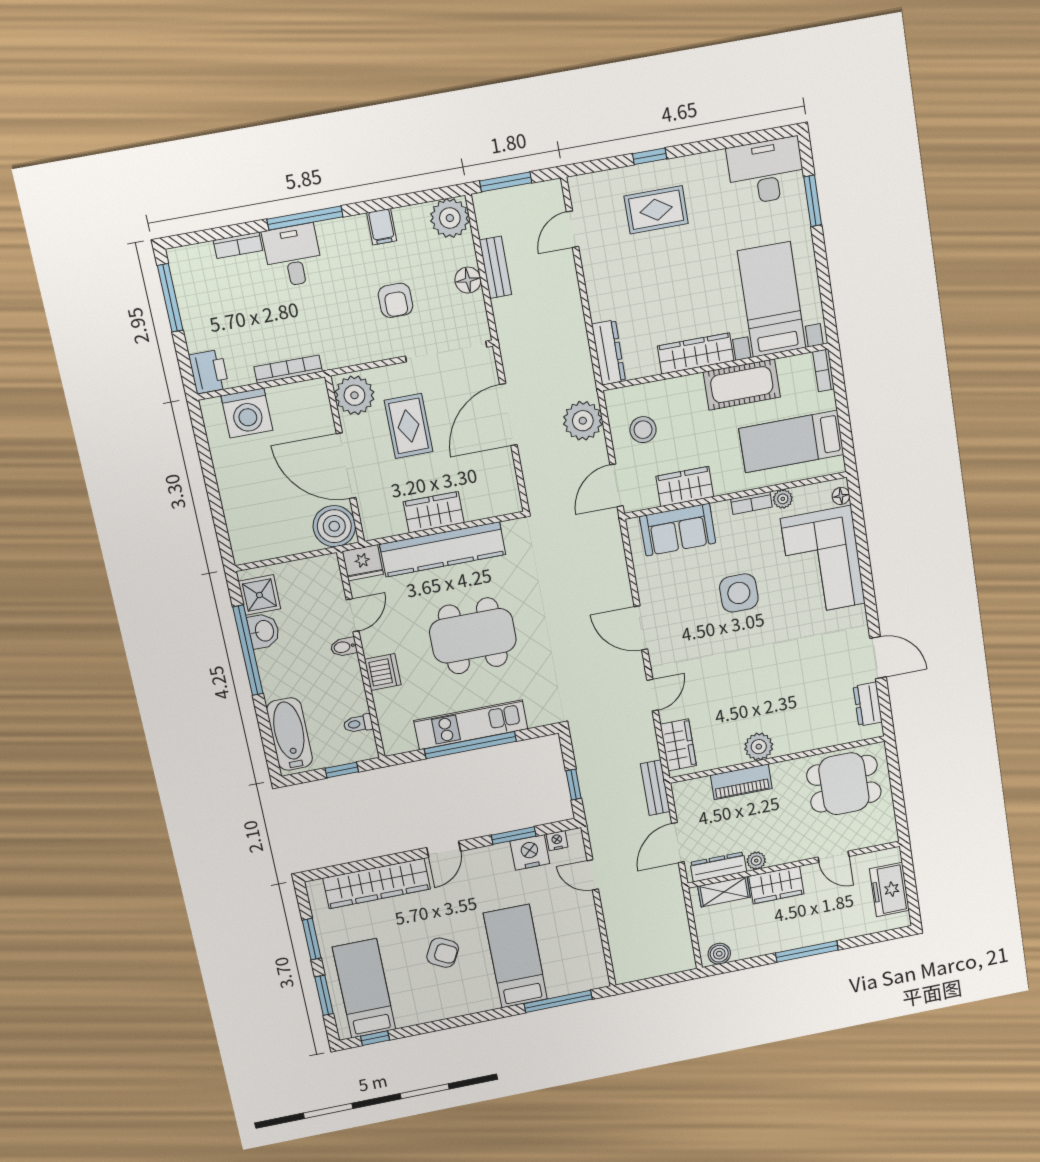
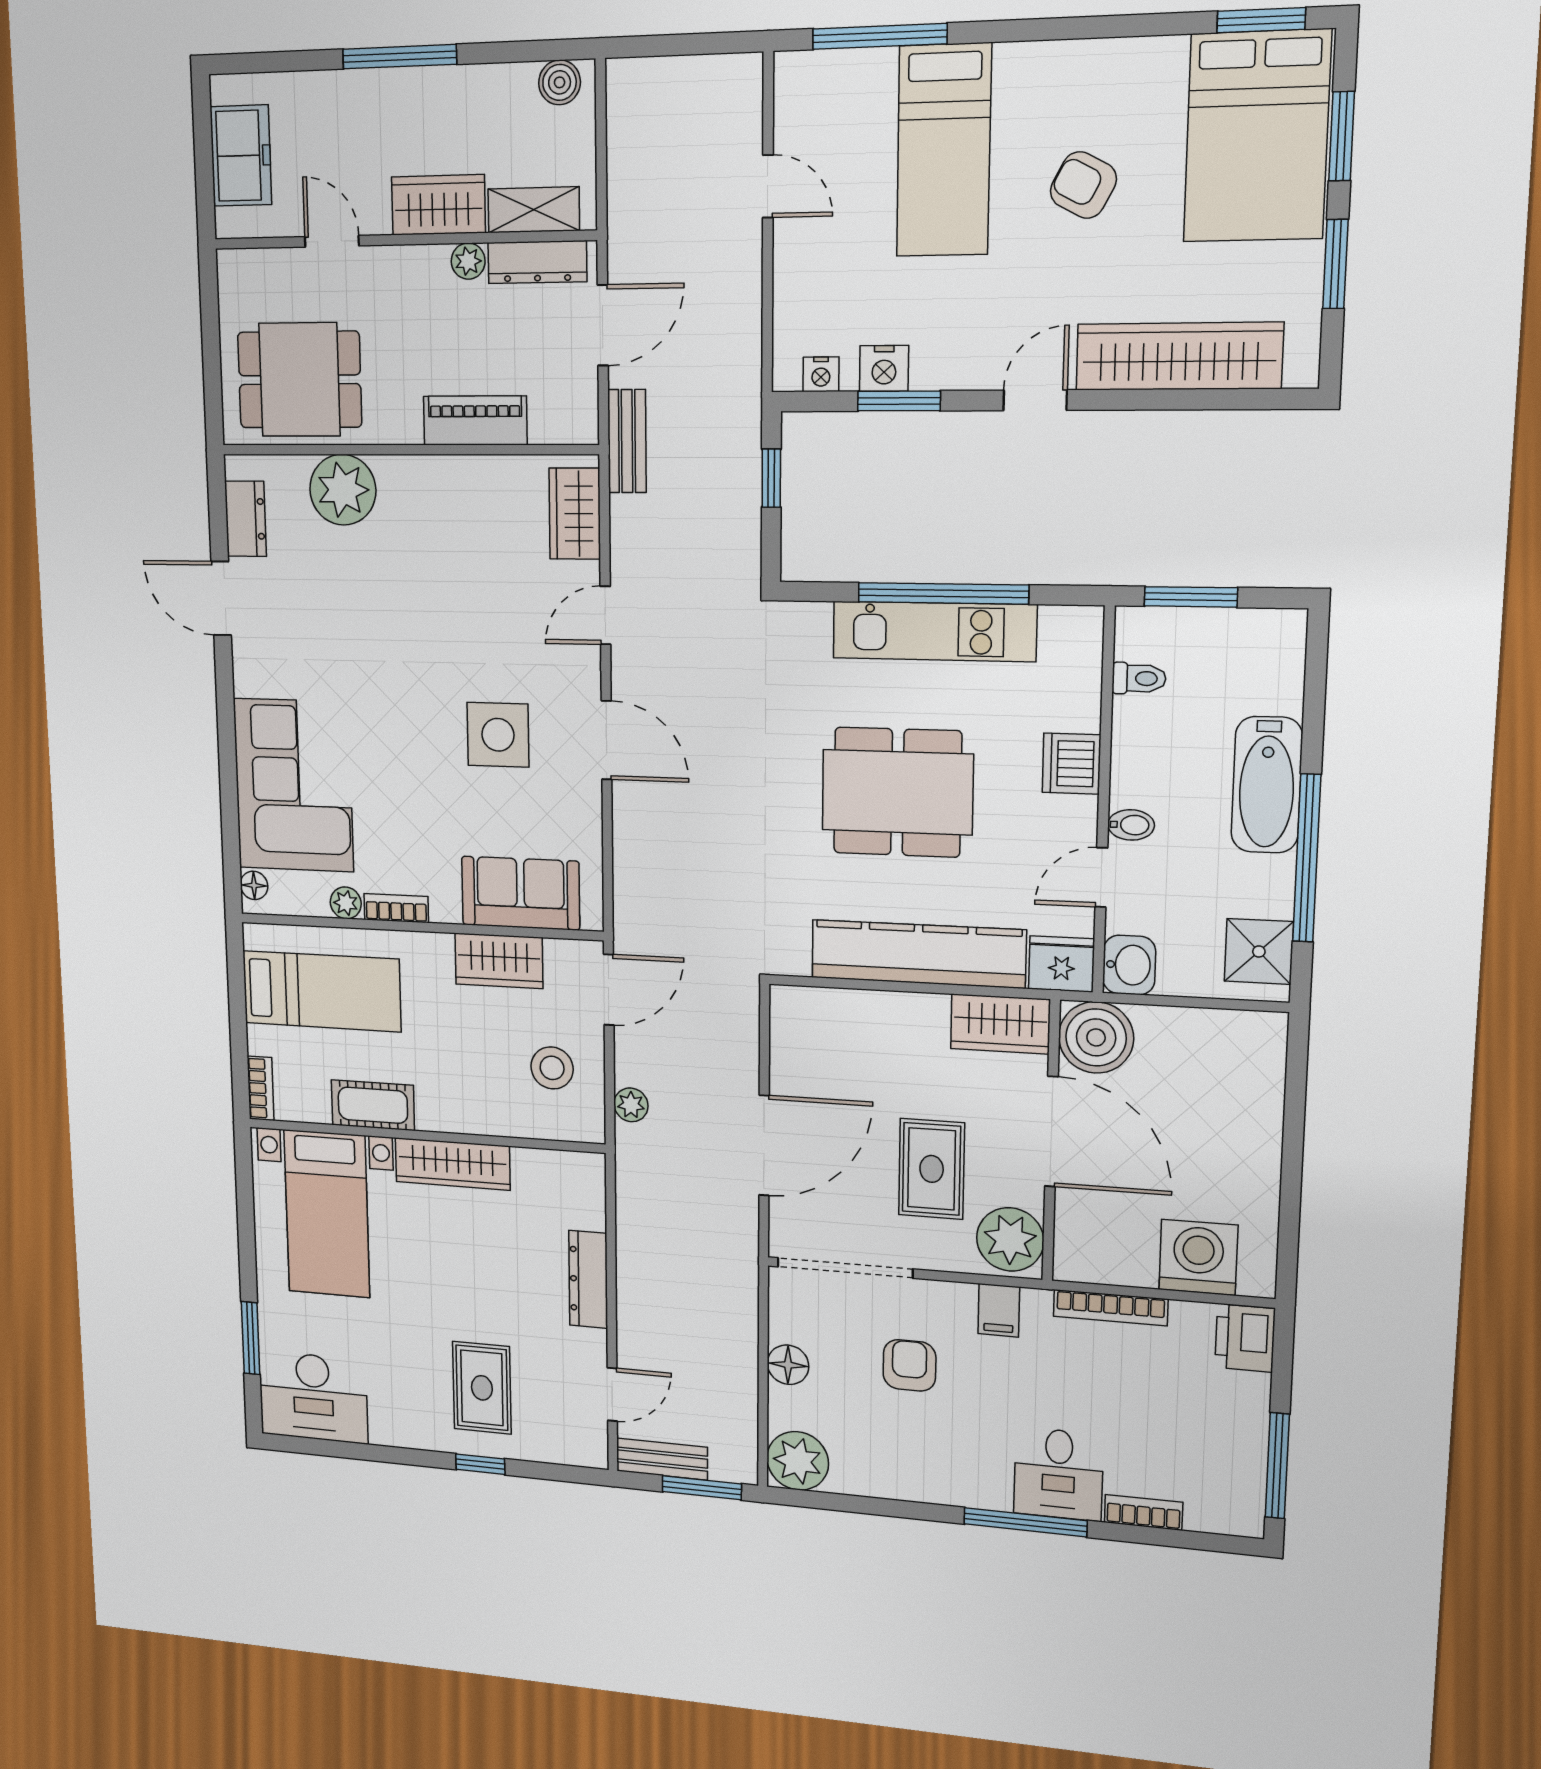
rug: (656, 210) -> (482, 1388), turned 90
filing cabinet: (382, 227) -> (999, 1310), moved, turned 180
bench: (495, 267) -> (662, 1459), moved, turned 90
dresser: (609, 353) -> (588, 1279), moved
cot: (742, 385) -> (373, 1105), width x0.73, depth x0.75
plant: (583, 421) -> (631, 1105), width x0.53, depth x0.53
wardrobe: (434, 512) -> (1000, 1024), moved
side table: (739, 593) -> (498, 735), moved
washbasin: (264, 631) -> (1129, 965), moved, turned 180
bathtub: (290, 734) -> (1267, 785), moved
plant: (759, 747) -> (343, 490), moved, width x1.36, depth x1.36
window: (342, 770) -> (1191, 597), width x1.50
nightstand: (530, 852) -> (884, 368), width x0.74, depth x0.75
door: (593, 875) -> (768, 186), moved
bed: (364, 988) -> (1257, 136), width x1.50
window: (375, 1038) -> (1261, 20), width x1.50

